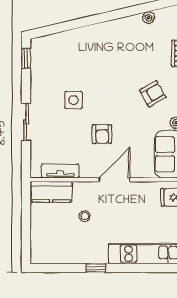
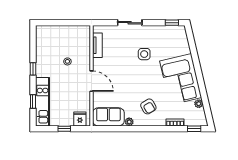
corner sofa: (112, 45) -> (181, 79), added
armchair: (102, 134) -> (122, 73), removed
kitchen counter: (51, 192) -> (84, 39), removed
window: (145, 268) -> (33, 102), added

